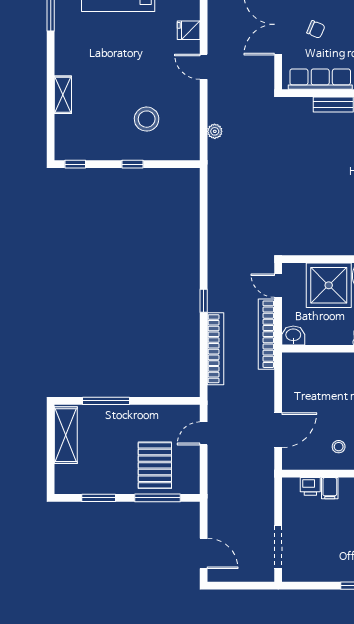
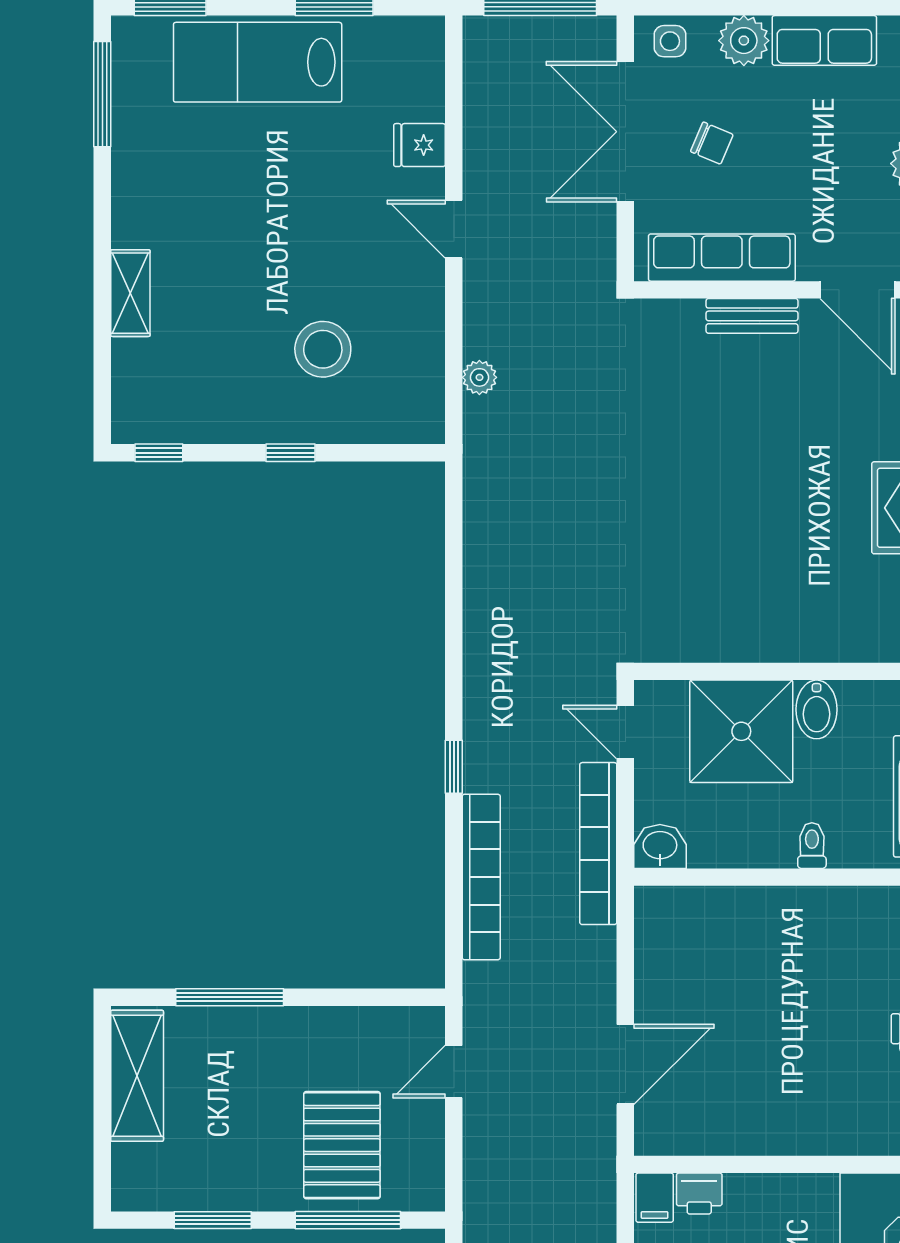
stool: (339, 447) -> (764, 1102), removed
filing cabinet: (330, 488) -> (655, 1198), moved

